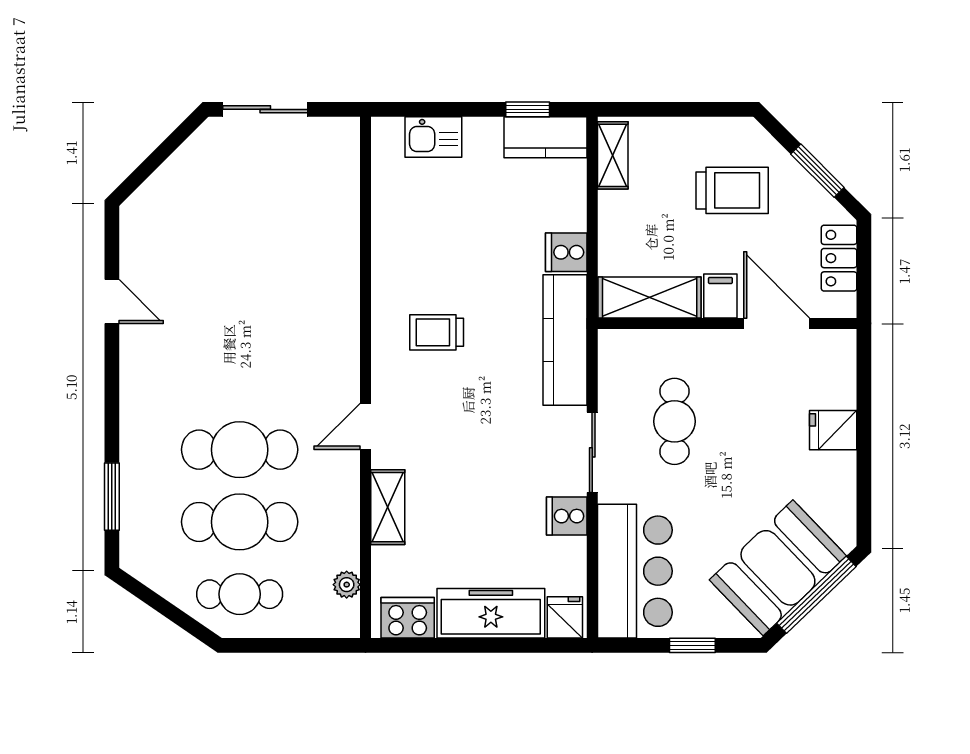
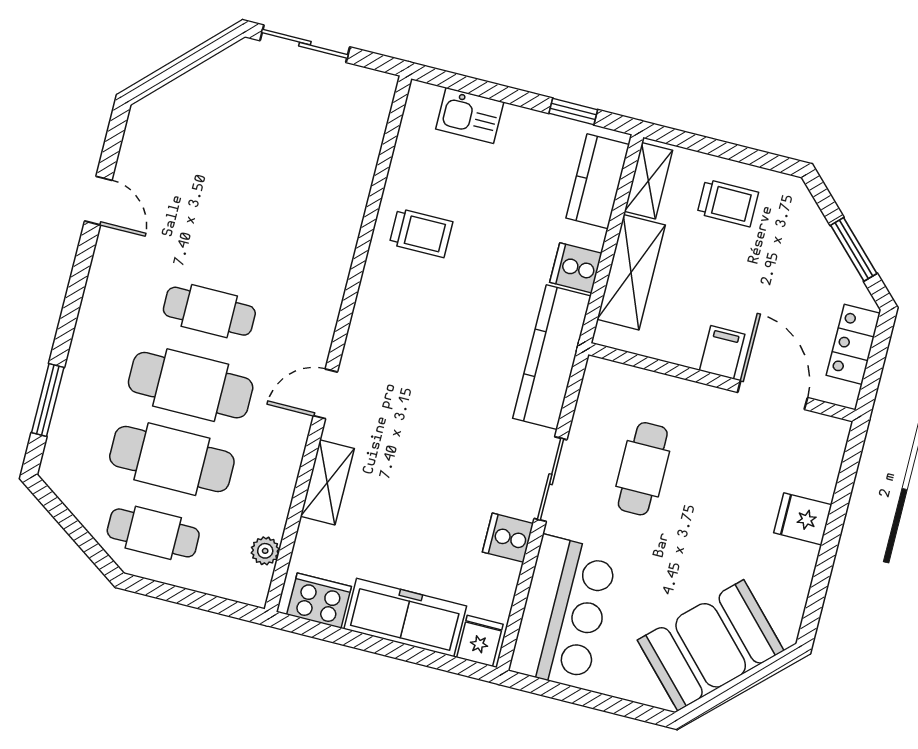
kitchen counter: (546, 137) -> (598, 181), moved, turned 90
trolley: (732, 190) -> (728, 203), moved, width x0.73, depth x0.72
shelving: (650, 297) -> (631, 272), moved, turned 90
trolley: (437, 332) -> (421, 233), moved, turned 180
cafe table: (240, 377) -> (209, 311), added
window: (816, 595) -> (743, 683), removed
window: (692, 645) -> (603, 703), removed

